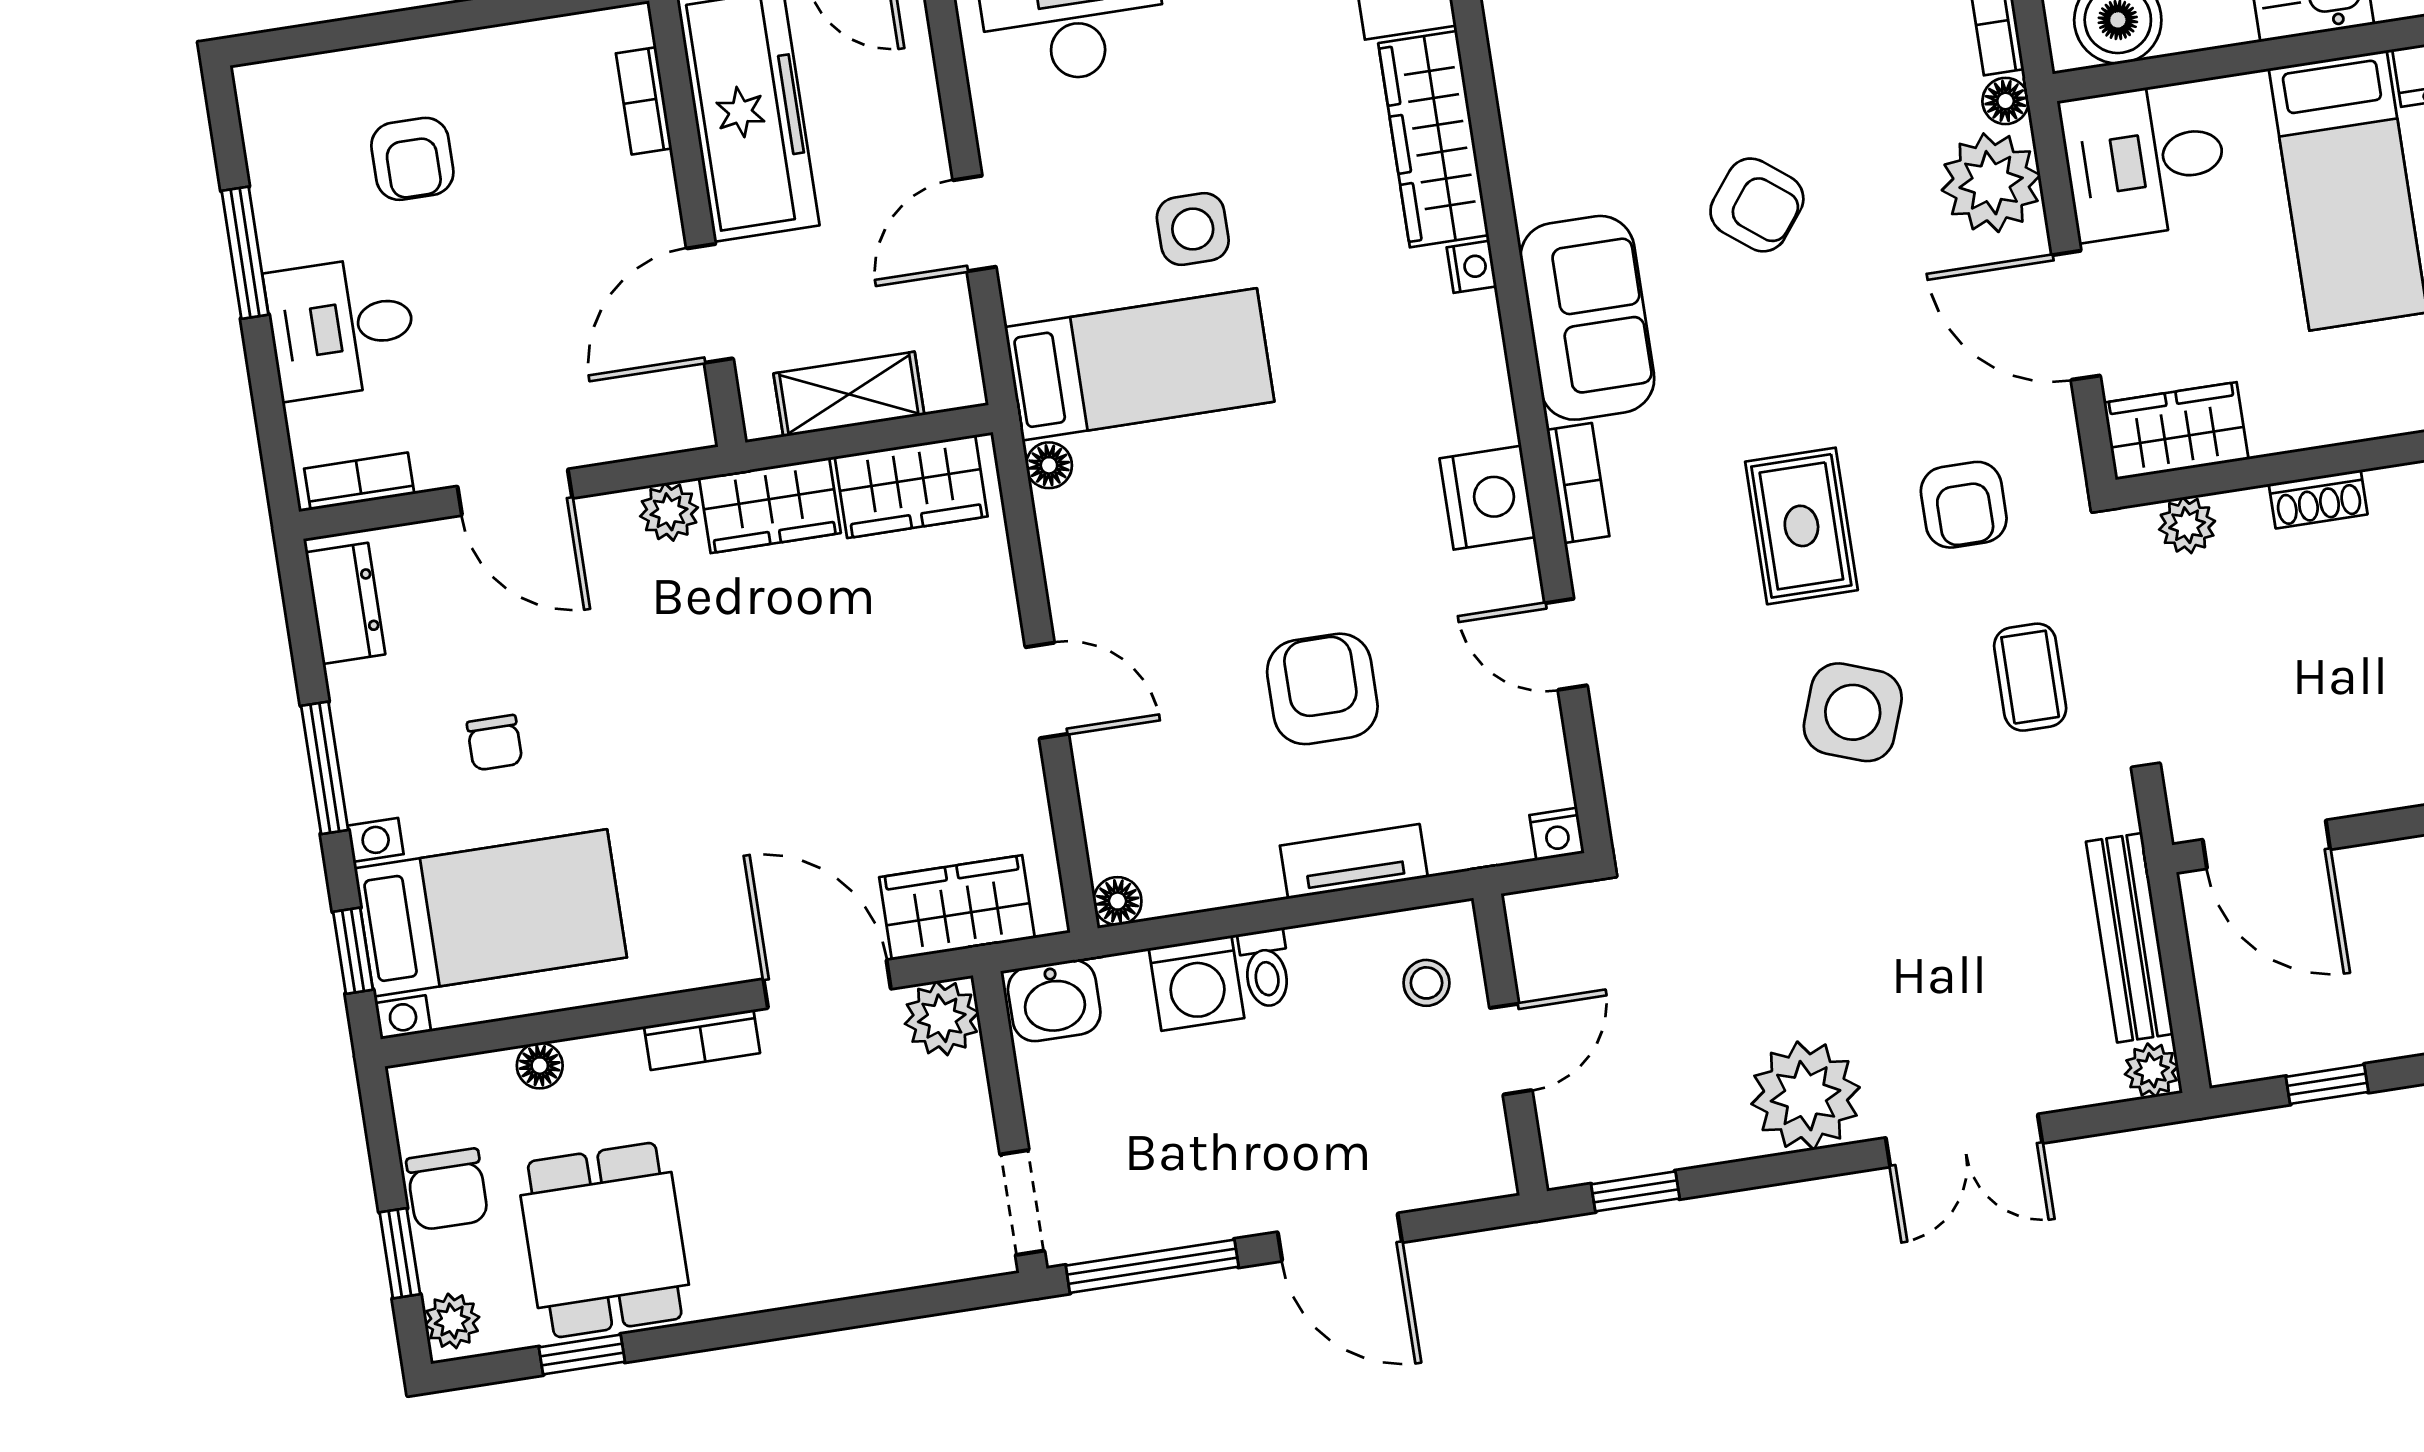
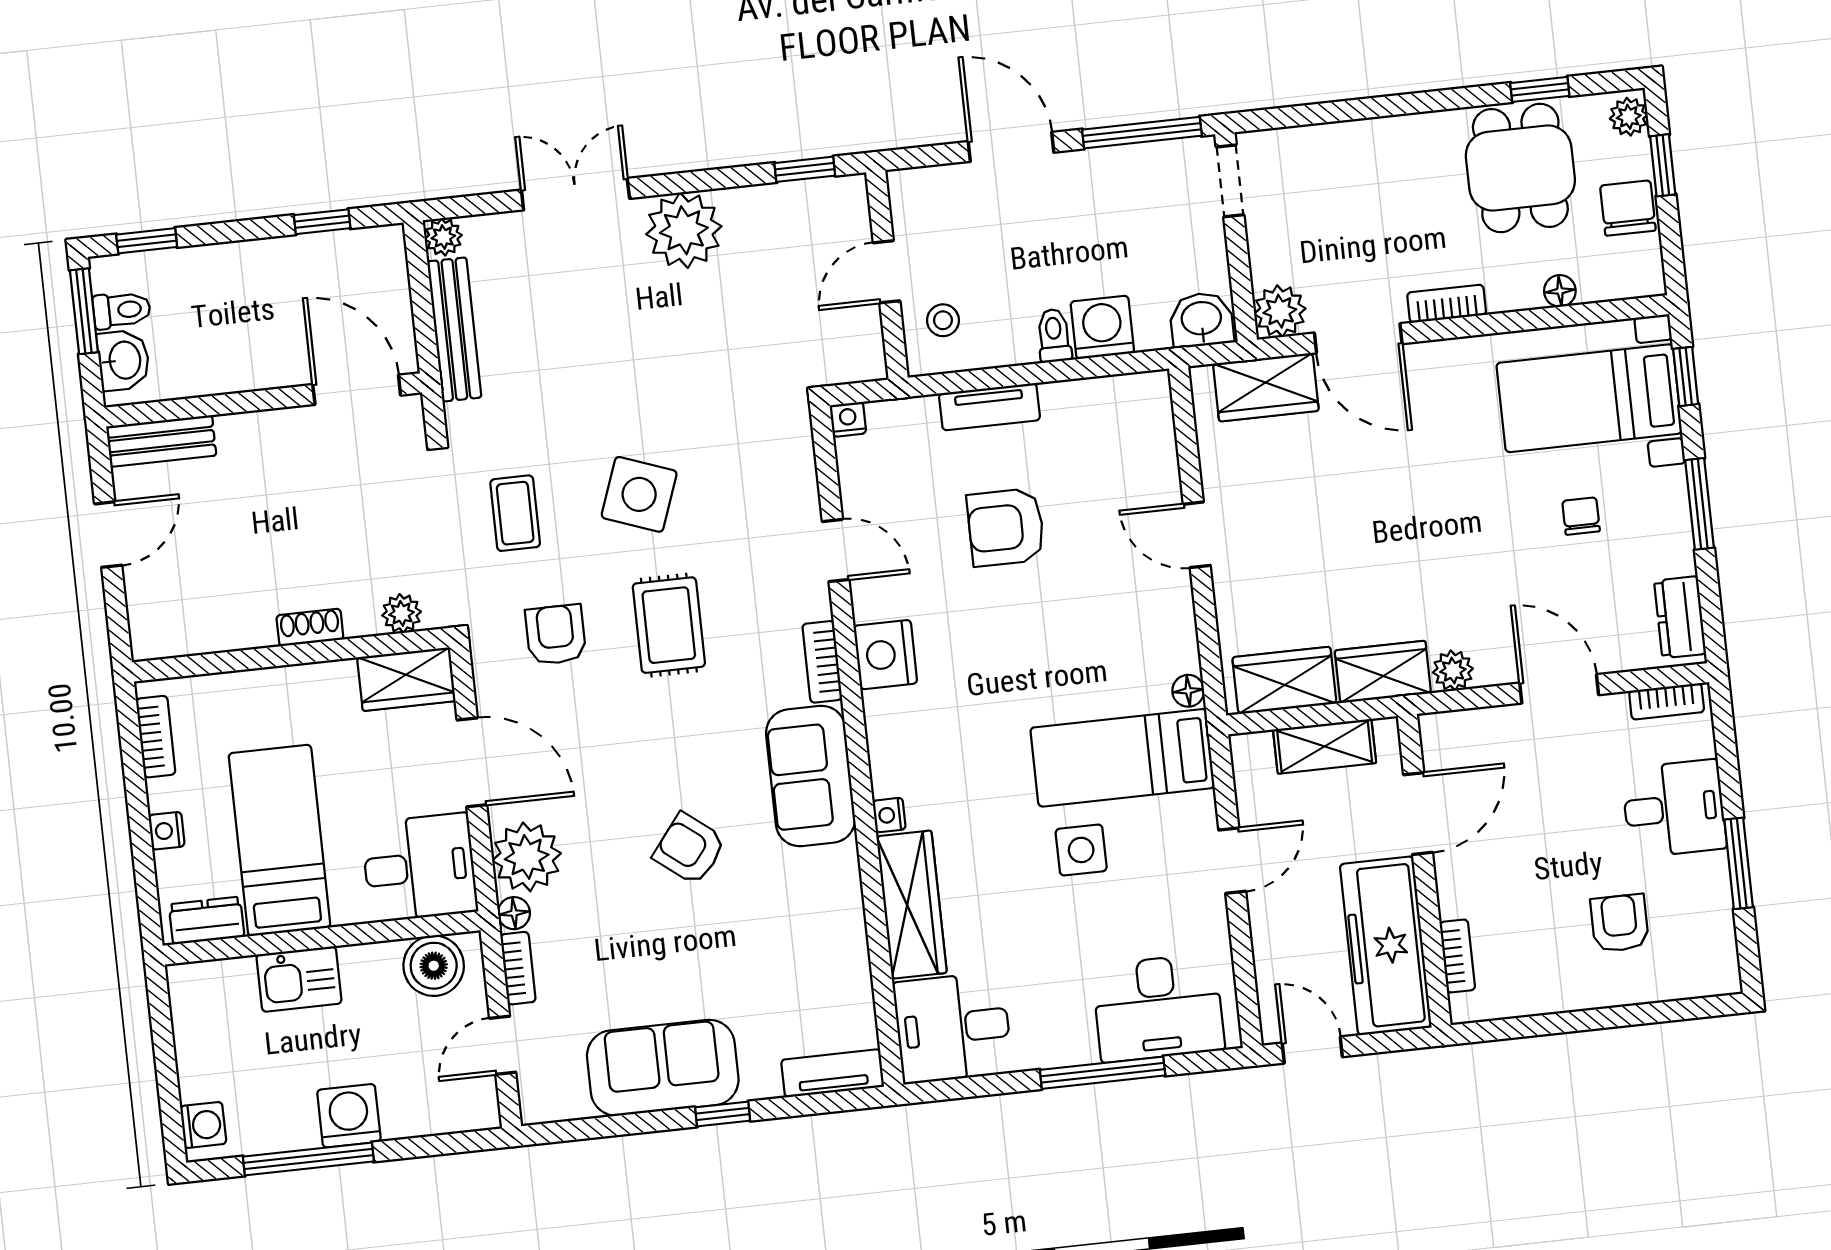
armchair: (1322, 689) -> (1006, 527), turned 90
floor lamp: (1117, 901) -> (1154, 387), removed

